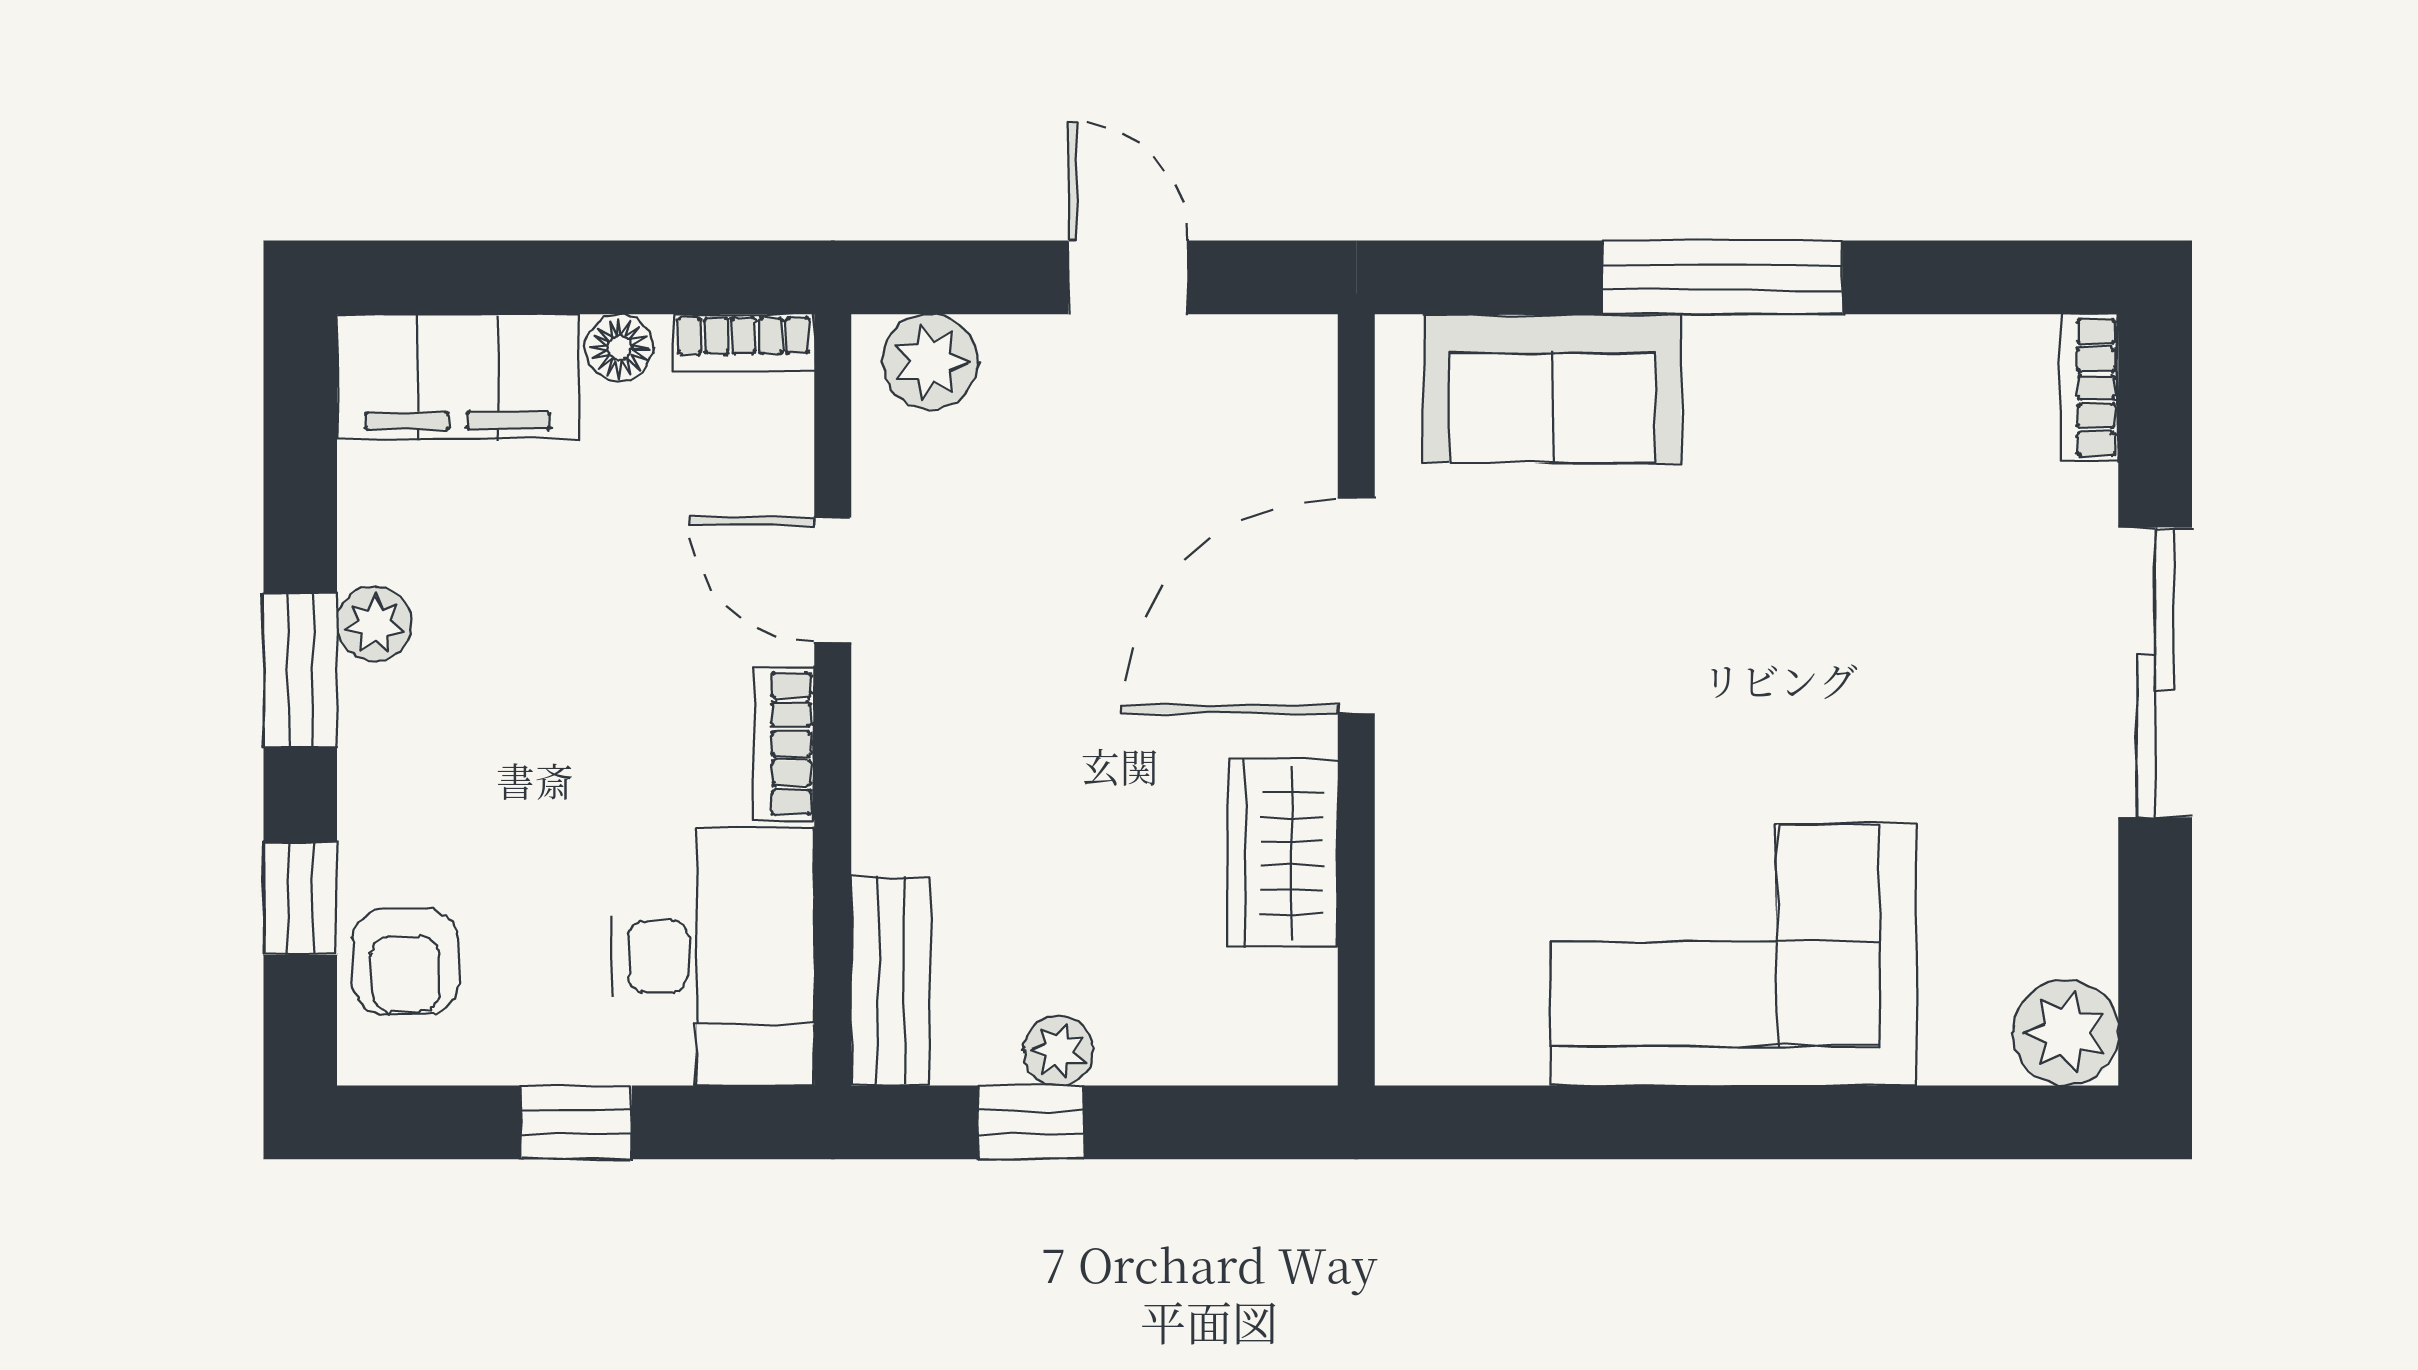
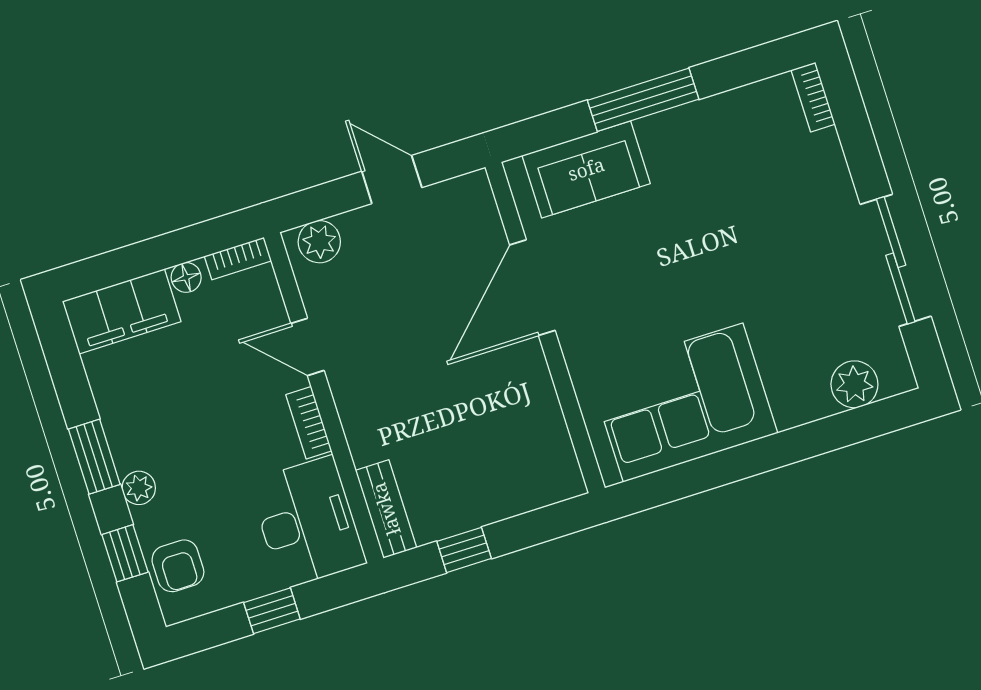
plant: (374, 624) -> (139, 488), moved
sliding door: (2155, 673) -> (896, 260), moved
wardrobe: (1283, 853) -> (535, 402), removed
corner sofa: (1733, 955) -> (683, 403), moved
plant: (2066, 1033) -> (854, 384), moved
plant: (1058, 1051) -> (466, 516), removed

